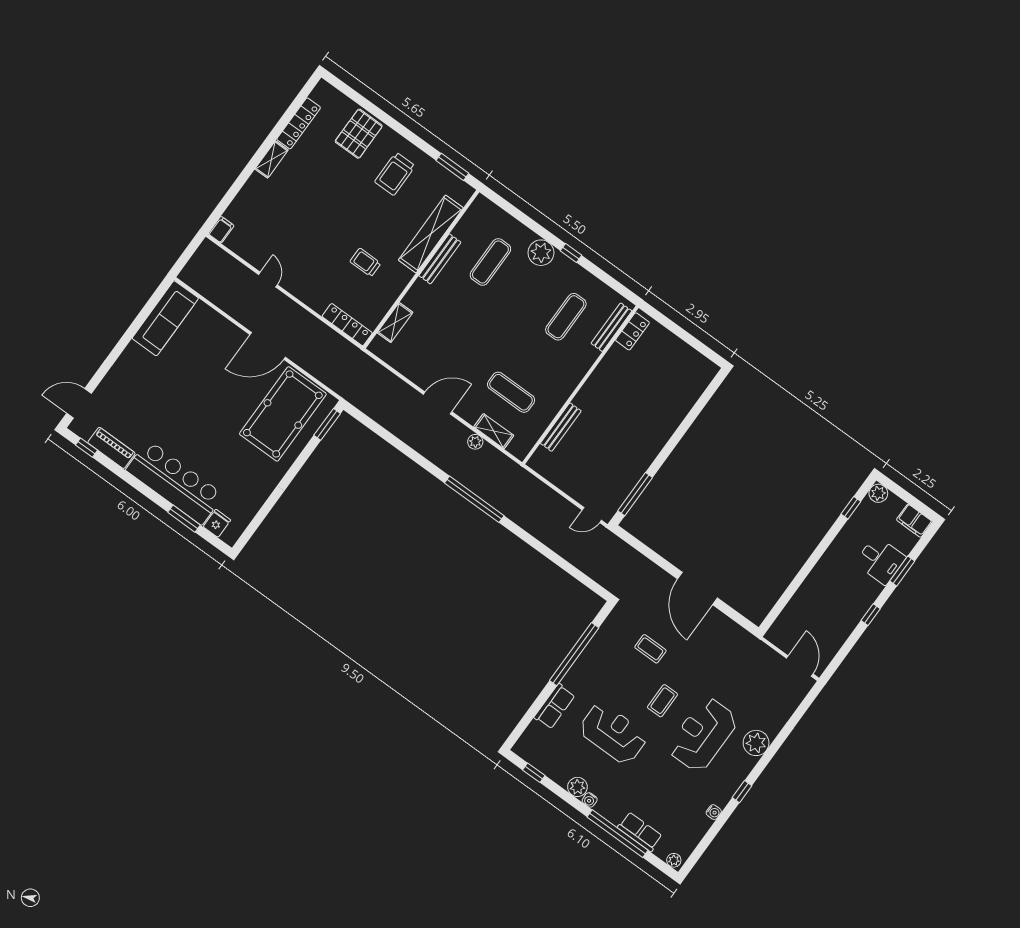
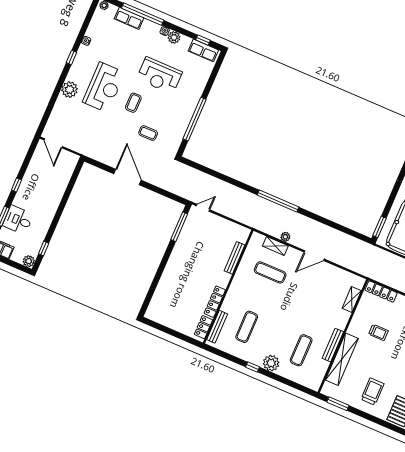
locker: (606, 366) -> (215, 302), added
row of seats: (555, 706) -> (203, 50), moved, turned -90

